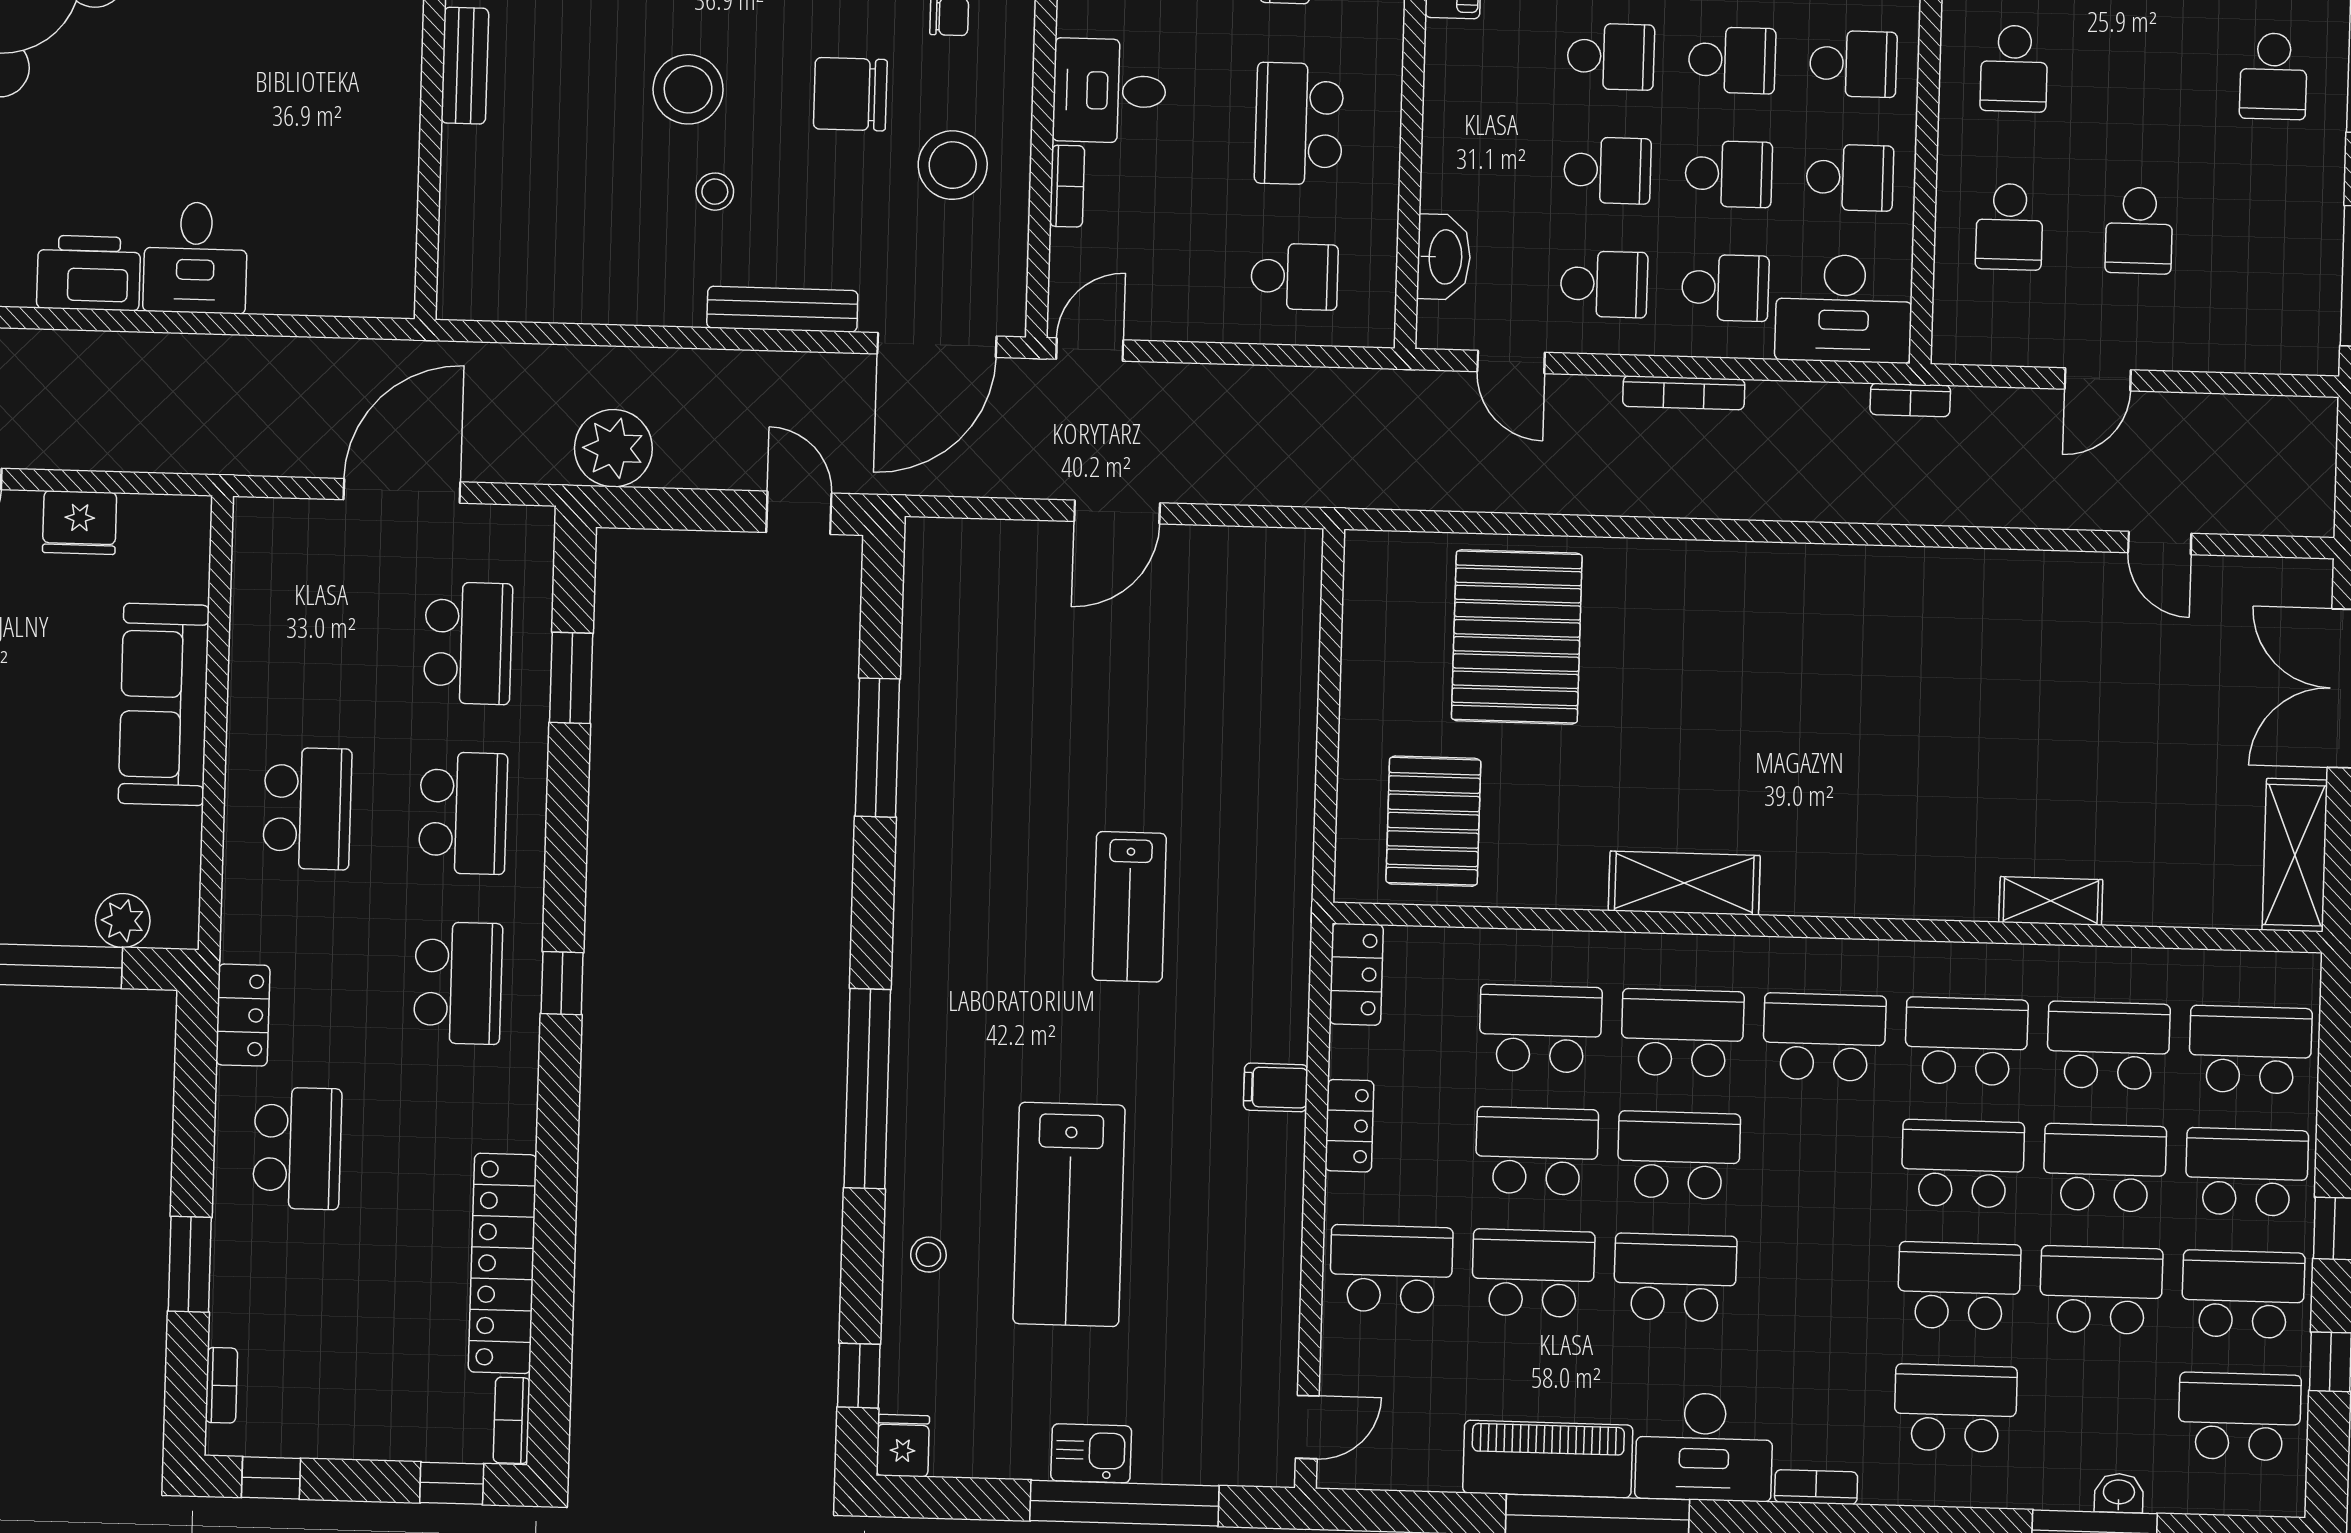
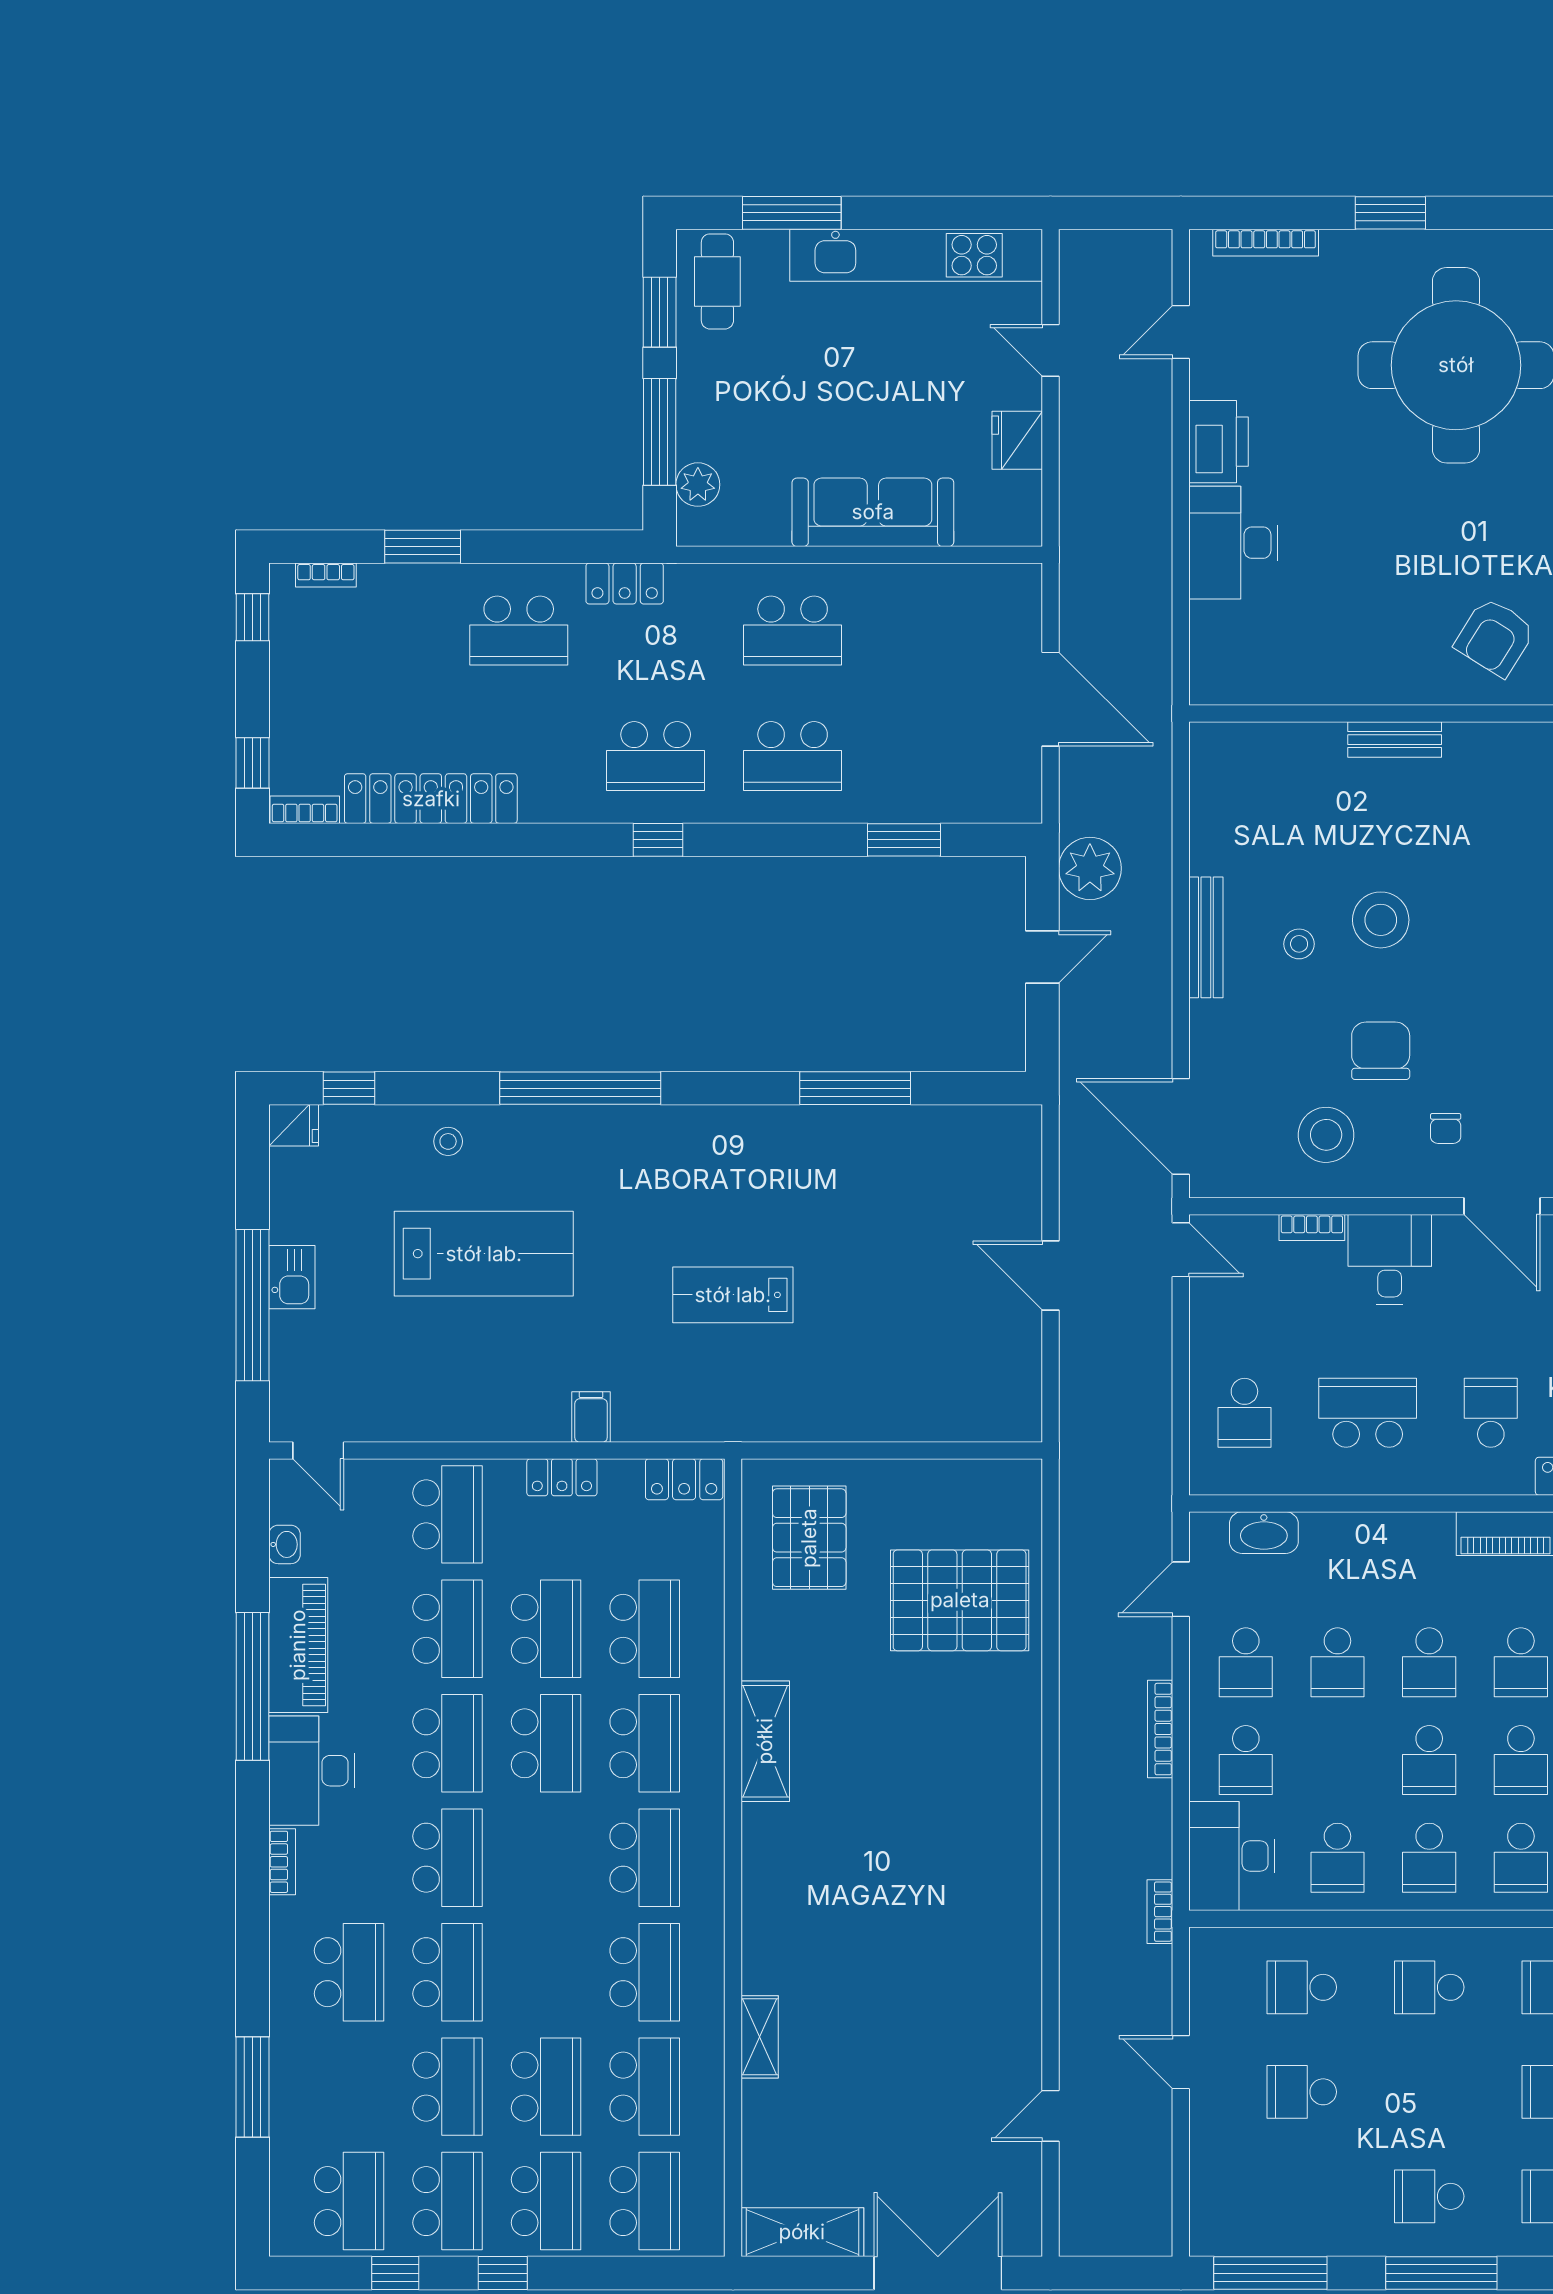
school desk: (1729, 174) -> (1337, 1760), removed
desk: (195, 258) -> (1233, 543), width x1.37
bench: (782, 309) -> (1206, 937), moved
door: (799, 513) -> (1042, 957), moved
school desk: (468, 643) -> (929, 756), removed
pallet: (1433, 821) -> (809, 1538), turned 90
school desk: (1963, 1164) -> (448, 1858), moved
lab bench: (1069, 1214) -> (484, 1254), turned 180
washbasin: (2119, 1493) -> (284, 1544), moved

